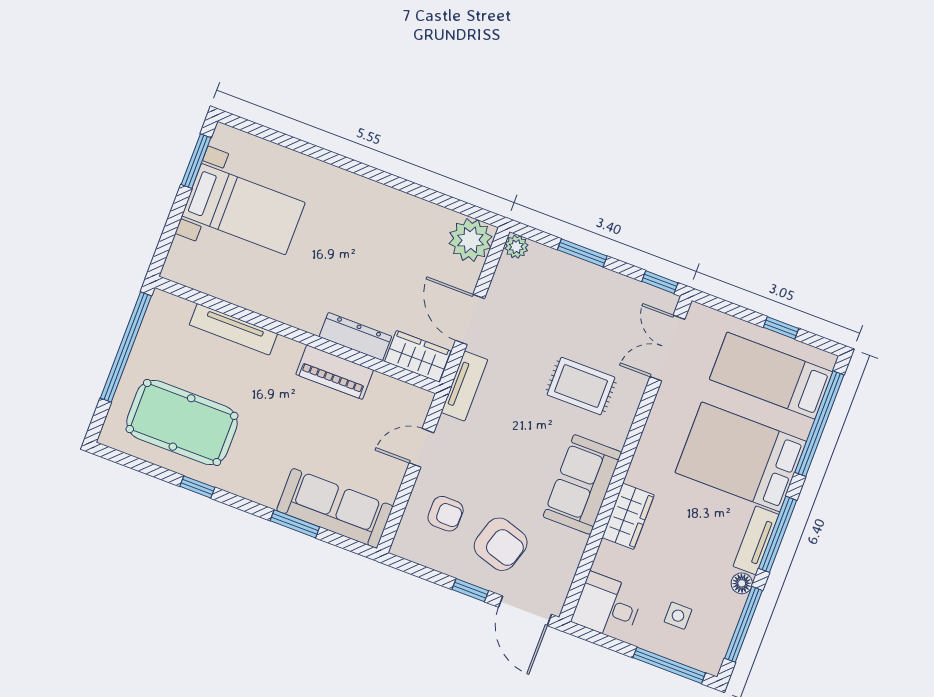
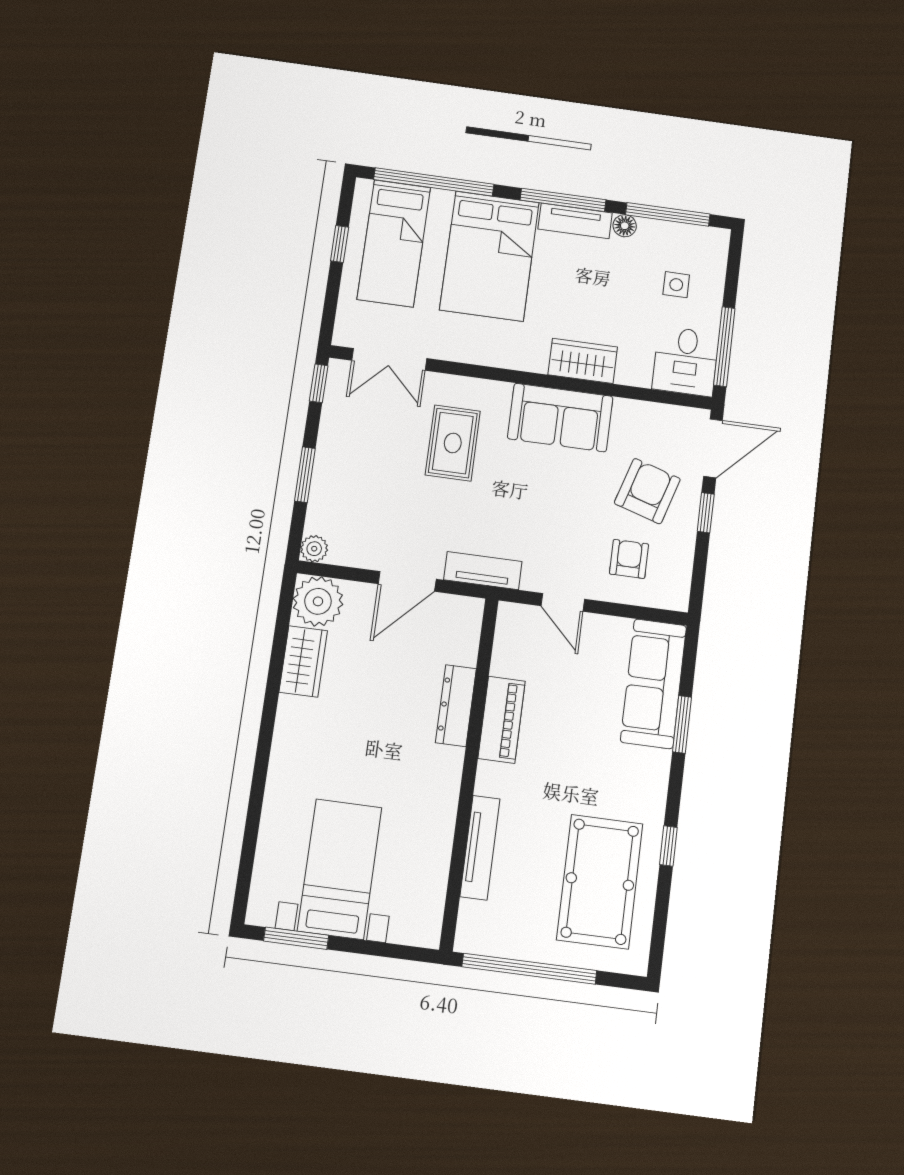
wardrobe: (418, 356) -> (303, 661), moved, turned 180
window: (669, 665) -> (724, 347), moved

